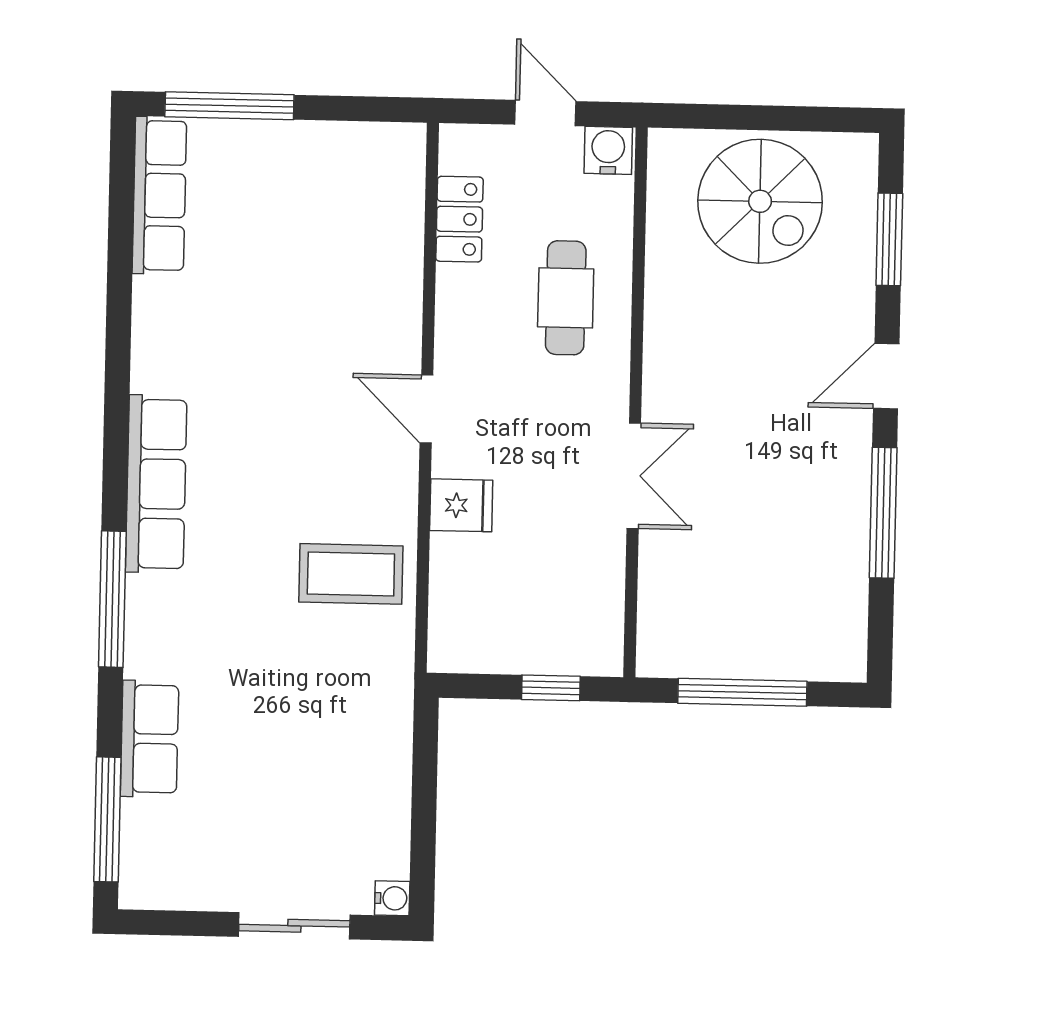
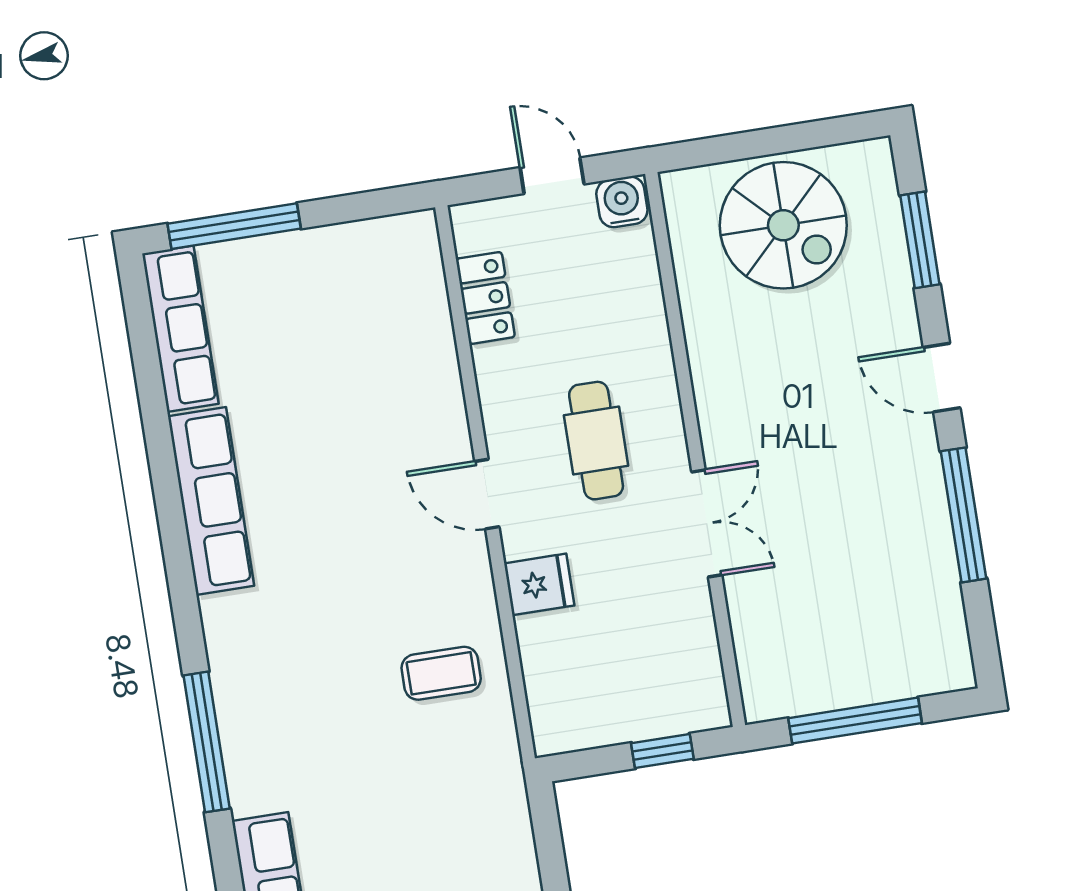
cafe table: (566, 298) -> (596, 441), moved
door: (886, 376) -> (942, 378), hinge flipped
row of seats: (156, 484) -> (211, 501), moved
coffee table: (351, 574) -> (441, 673), width x0.73, depth x0.77

